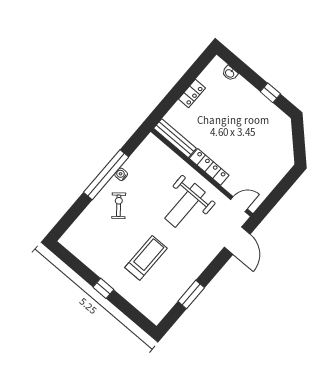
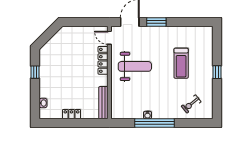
locker: (209, 167) -> (103, 60), moved
exercise bike: (119, 206) -> (191, 104), moved
treadmill: (146, 258) -> (181, 63), turned -90
window: (191, 295) -> (156, 22), moved

